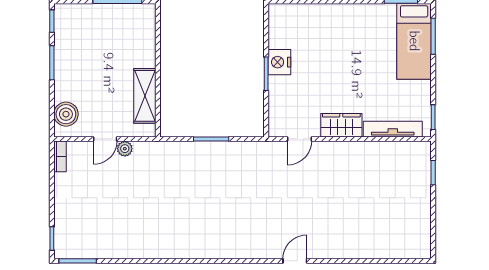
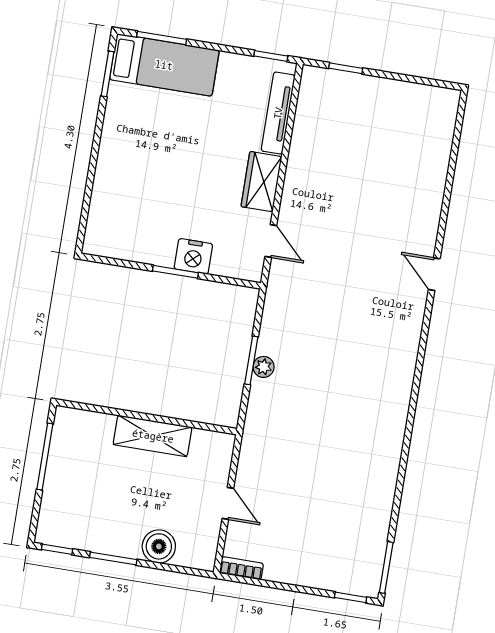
nightstand: (279, 62) -> (193, 256), moved
shelving: (145, 96) -> (153, 436), moved
boiler: (66, 114) -> (159, 546), moved
plant: (125, 149) -> (264, 367), moved

